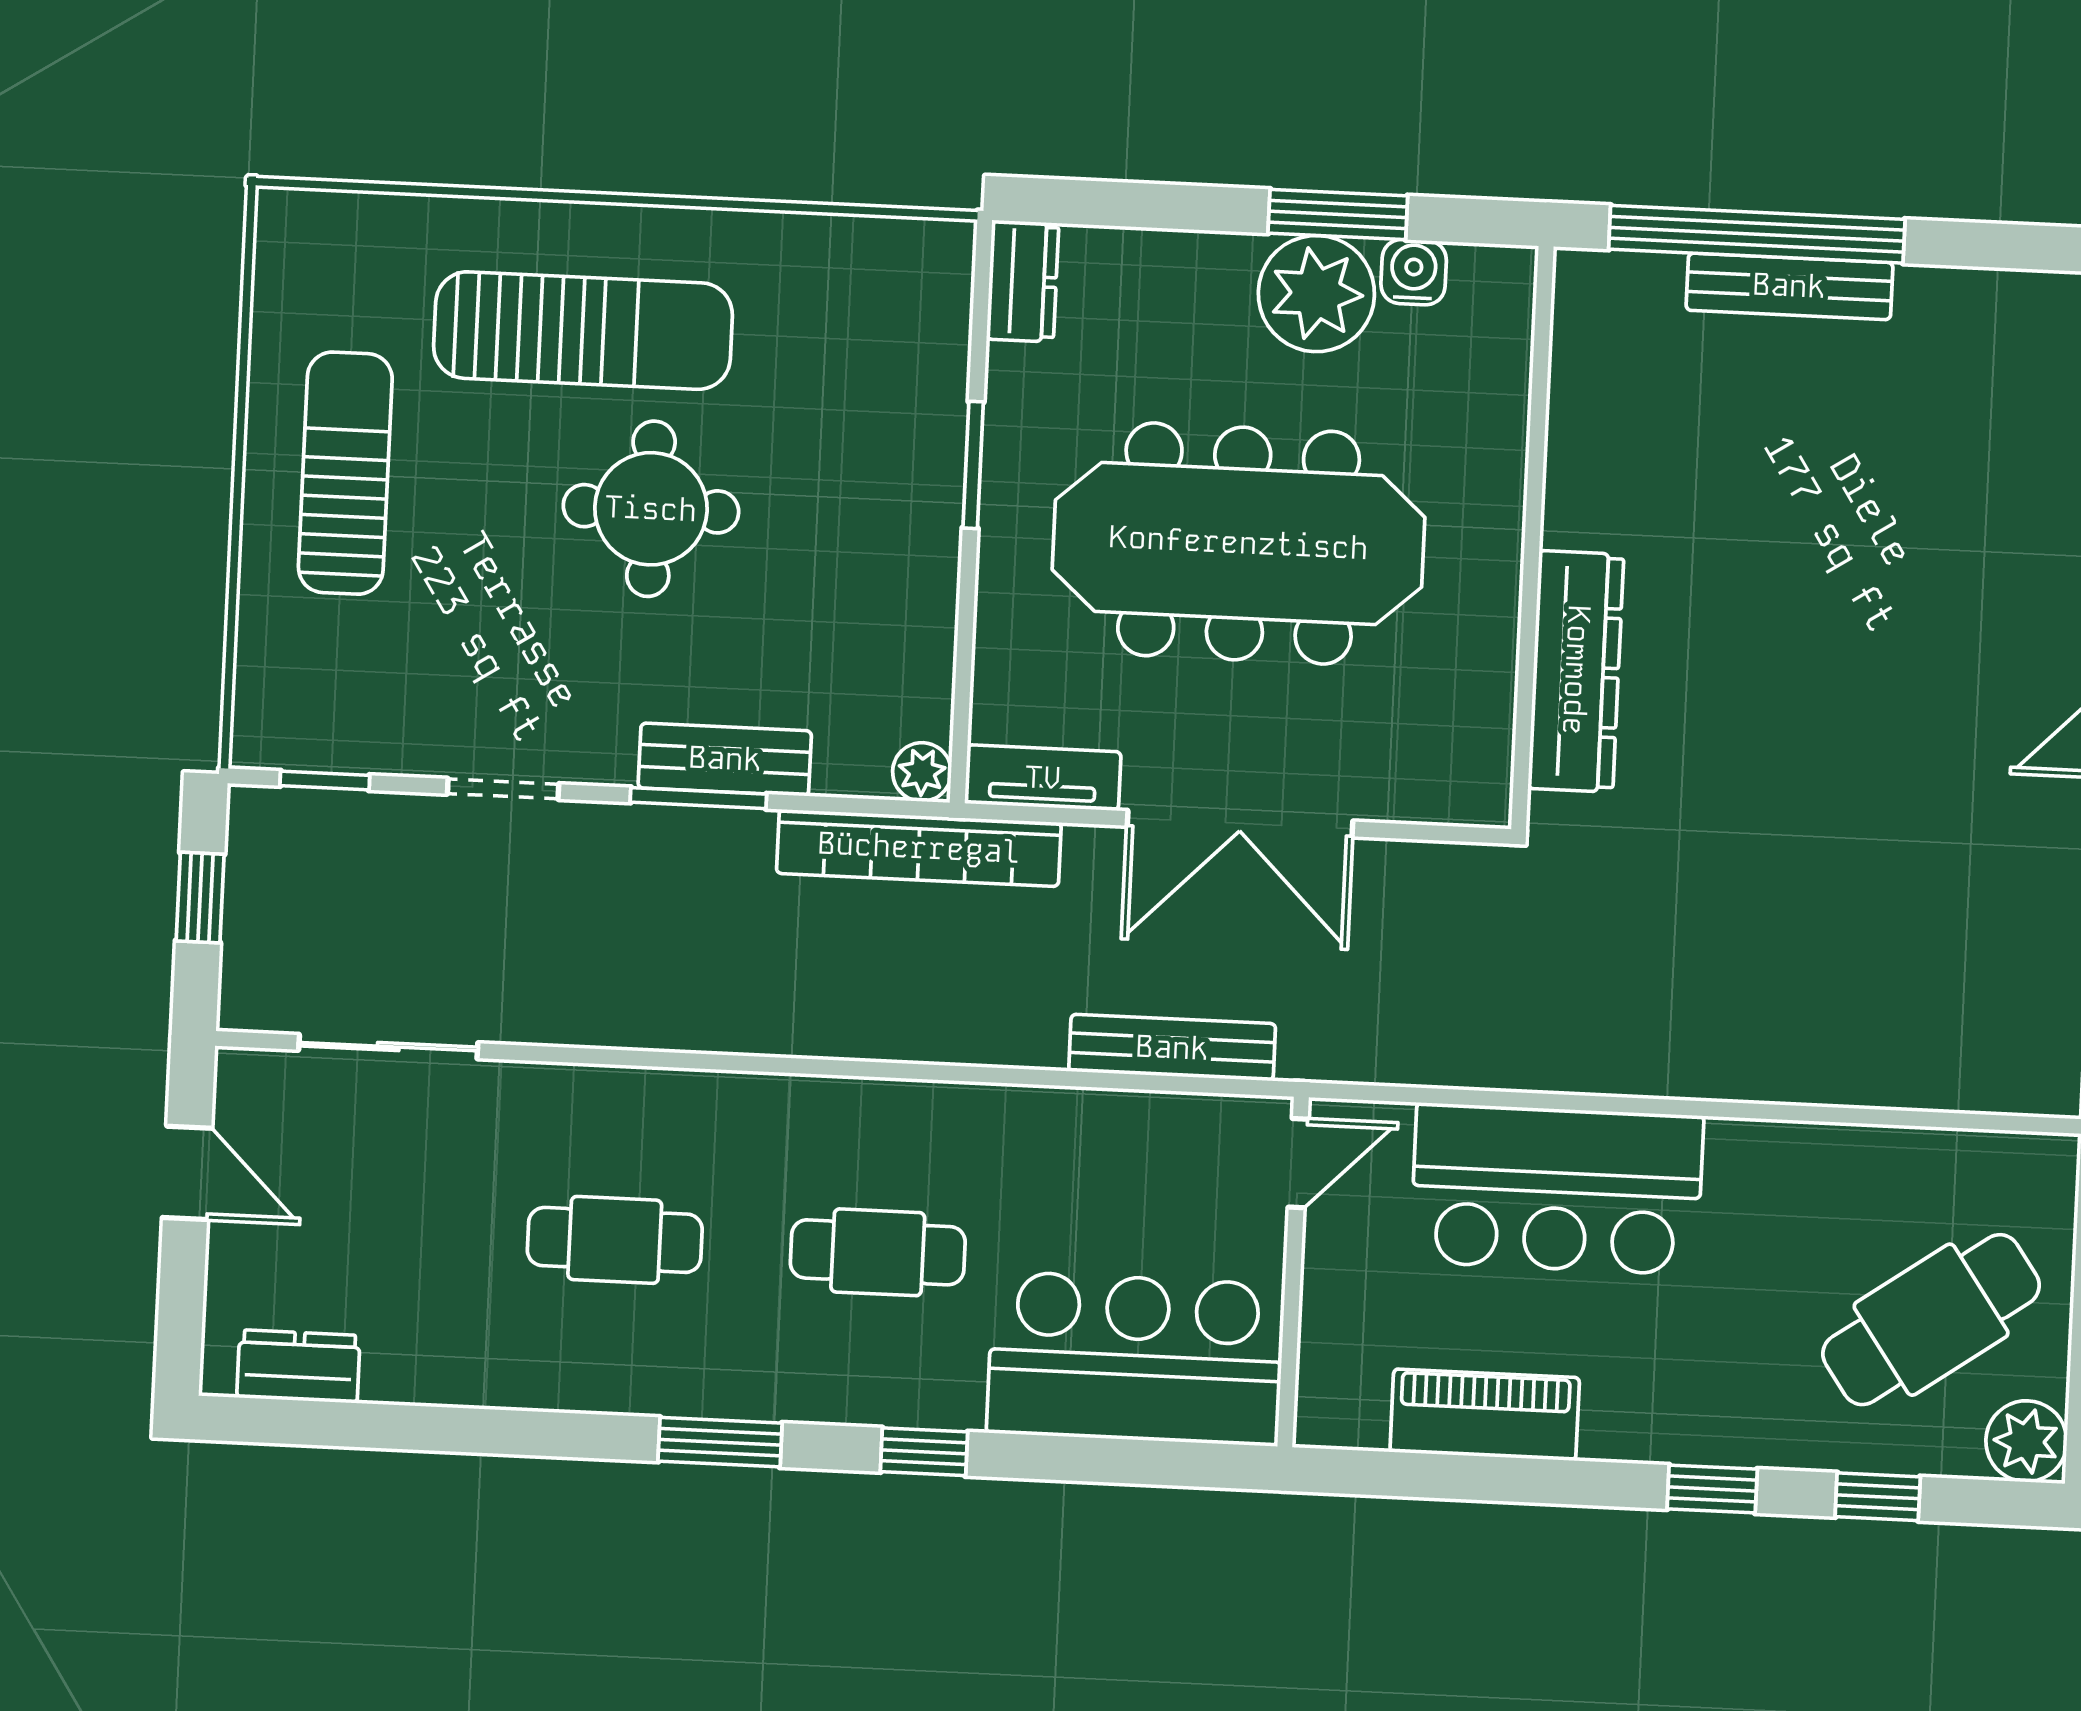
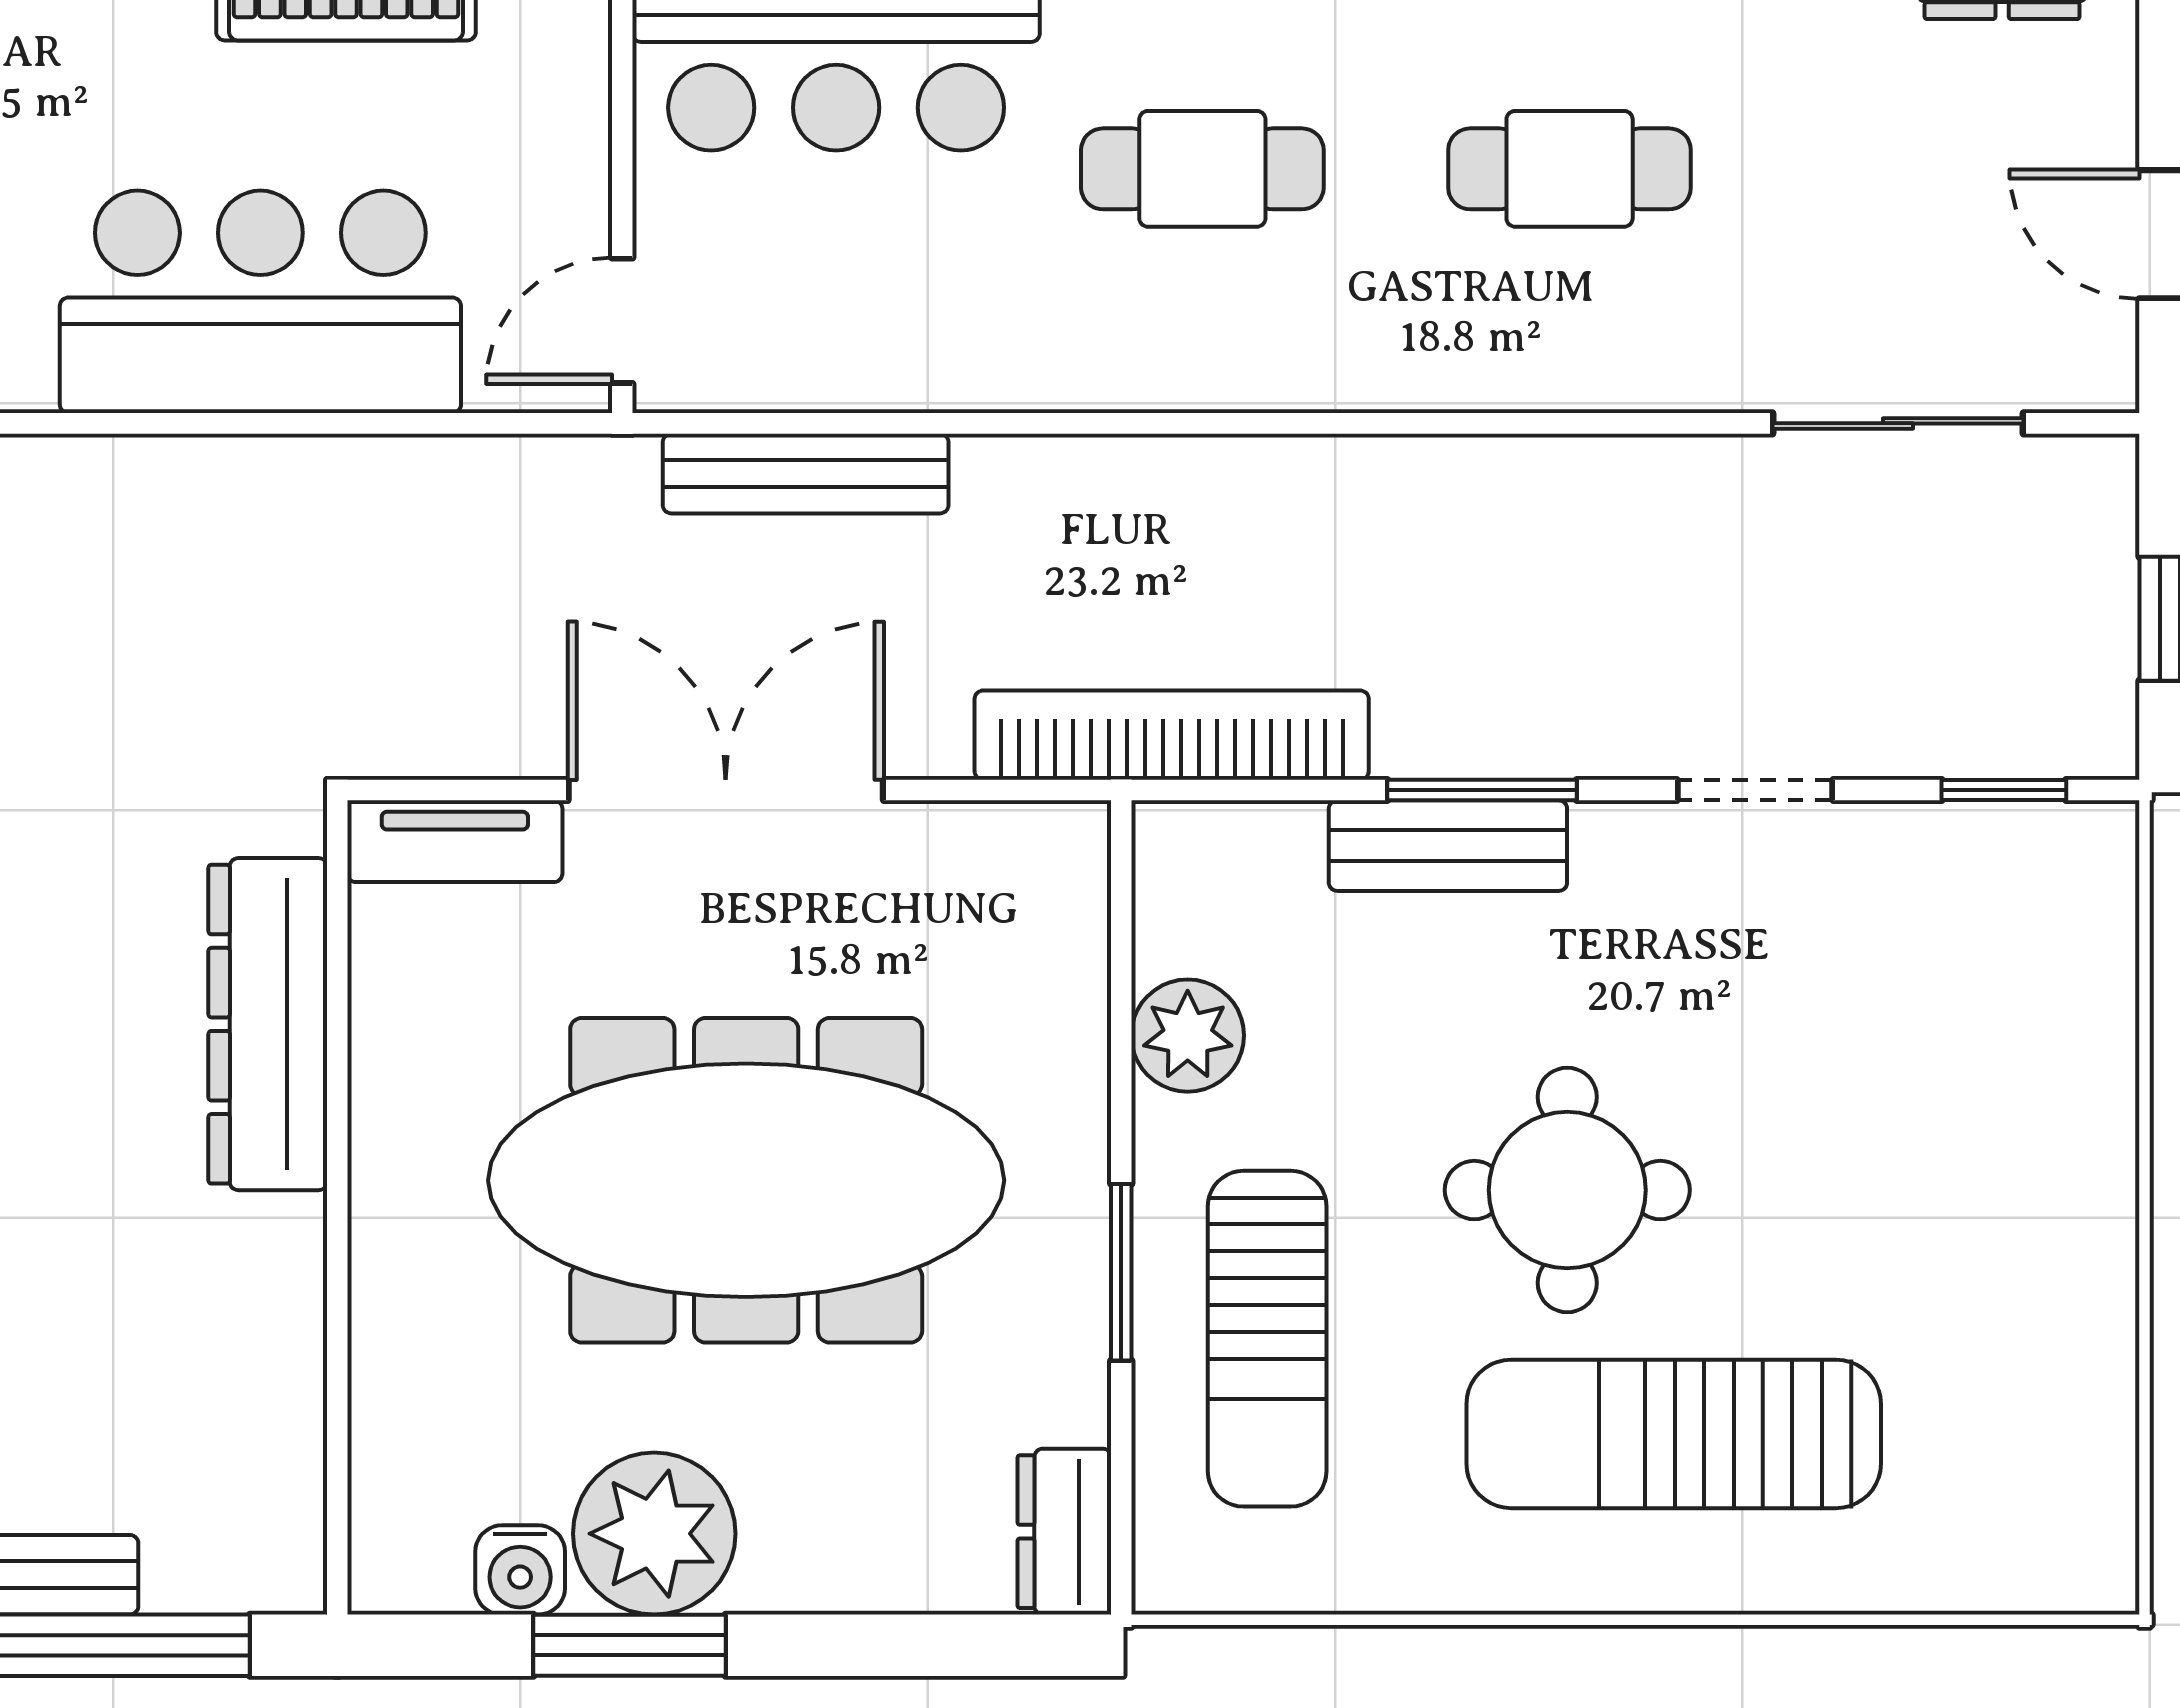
sun lounger: (345, 473) -> (1267, 1339), moved
plant: (922, 772) -> (1188, 1036), moved, width x1.38, depth x1.38
tv unit: (1043, 778) -> (455, 841), moved

